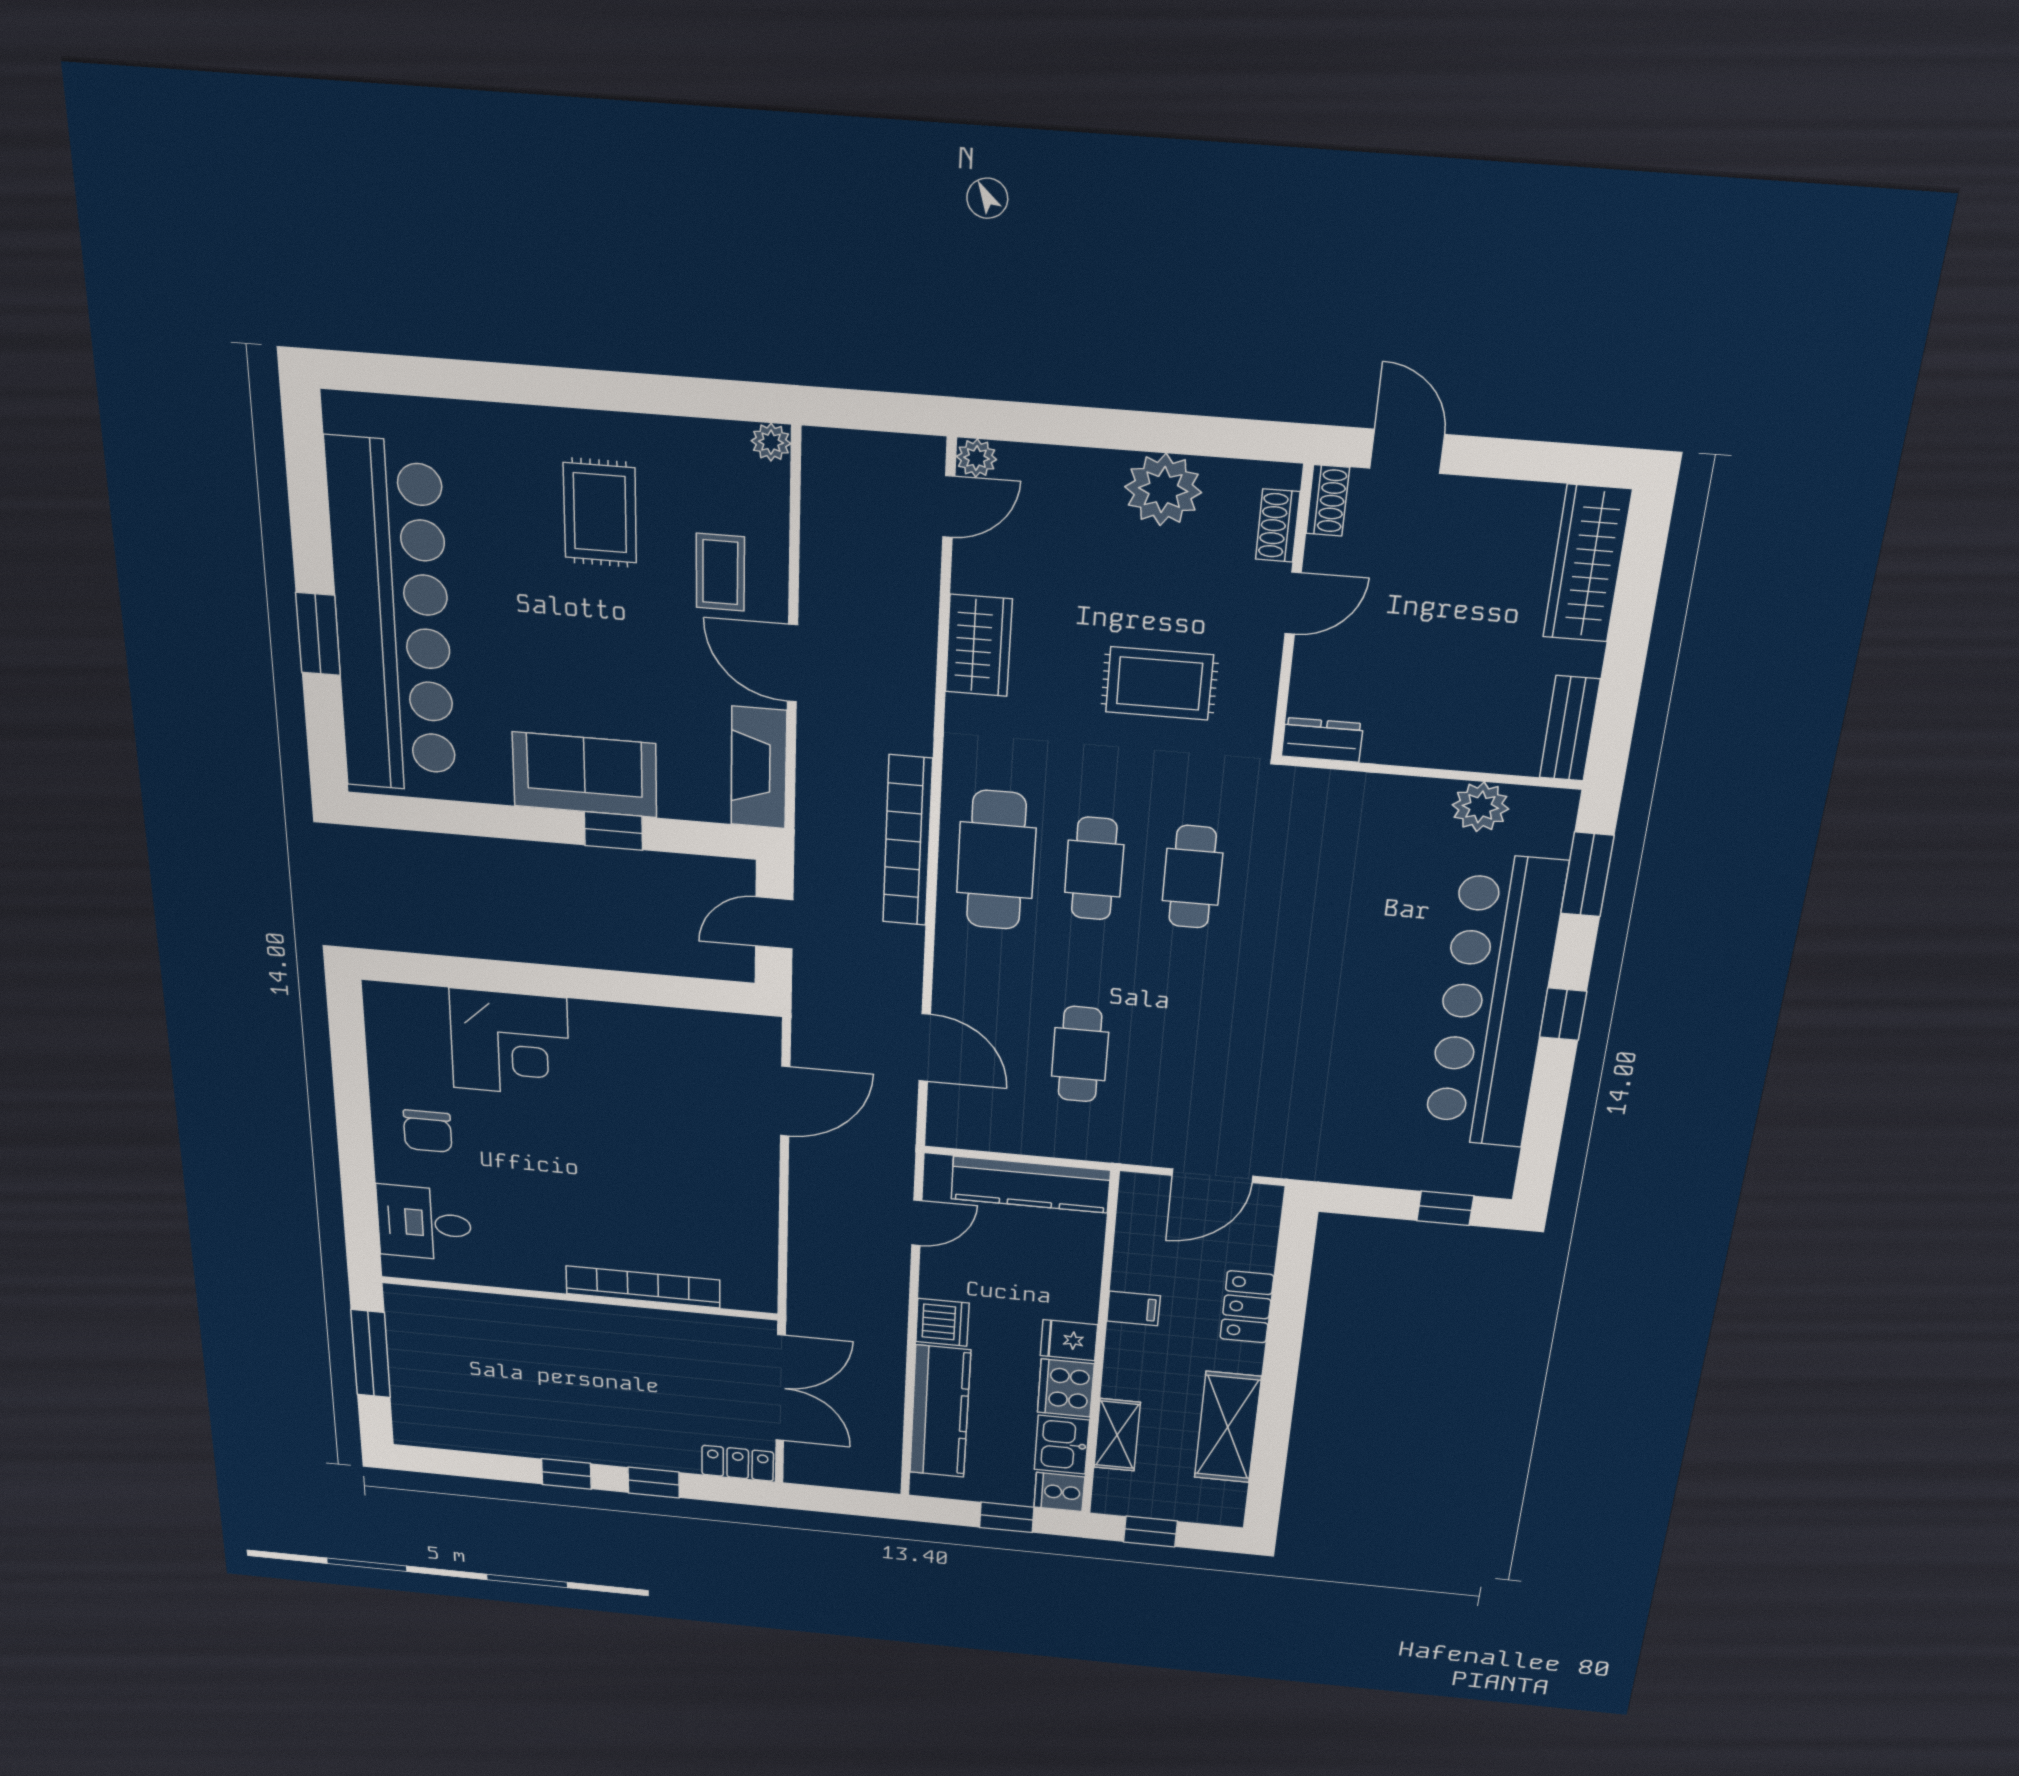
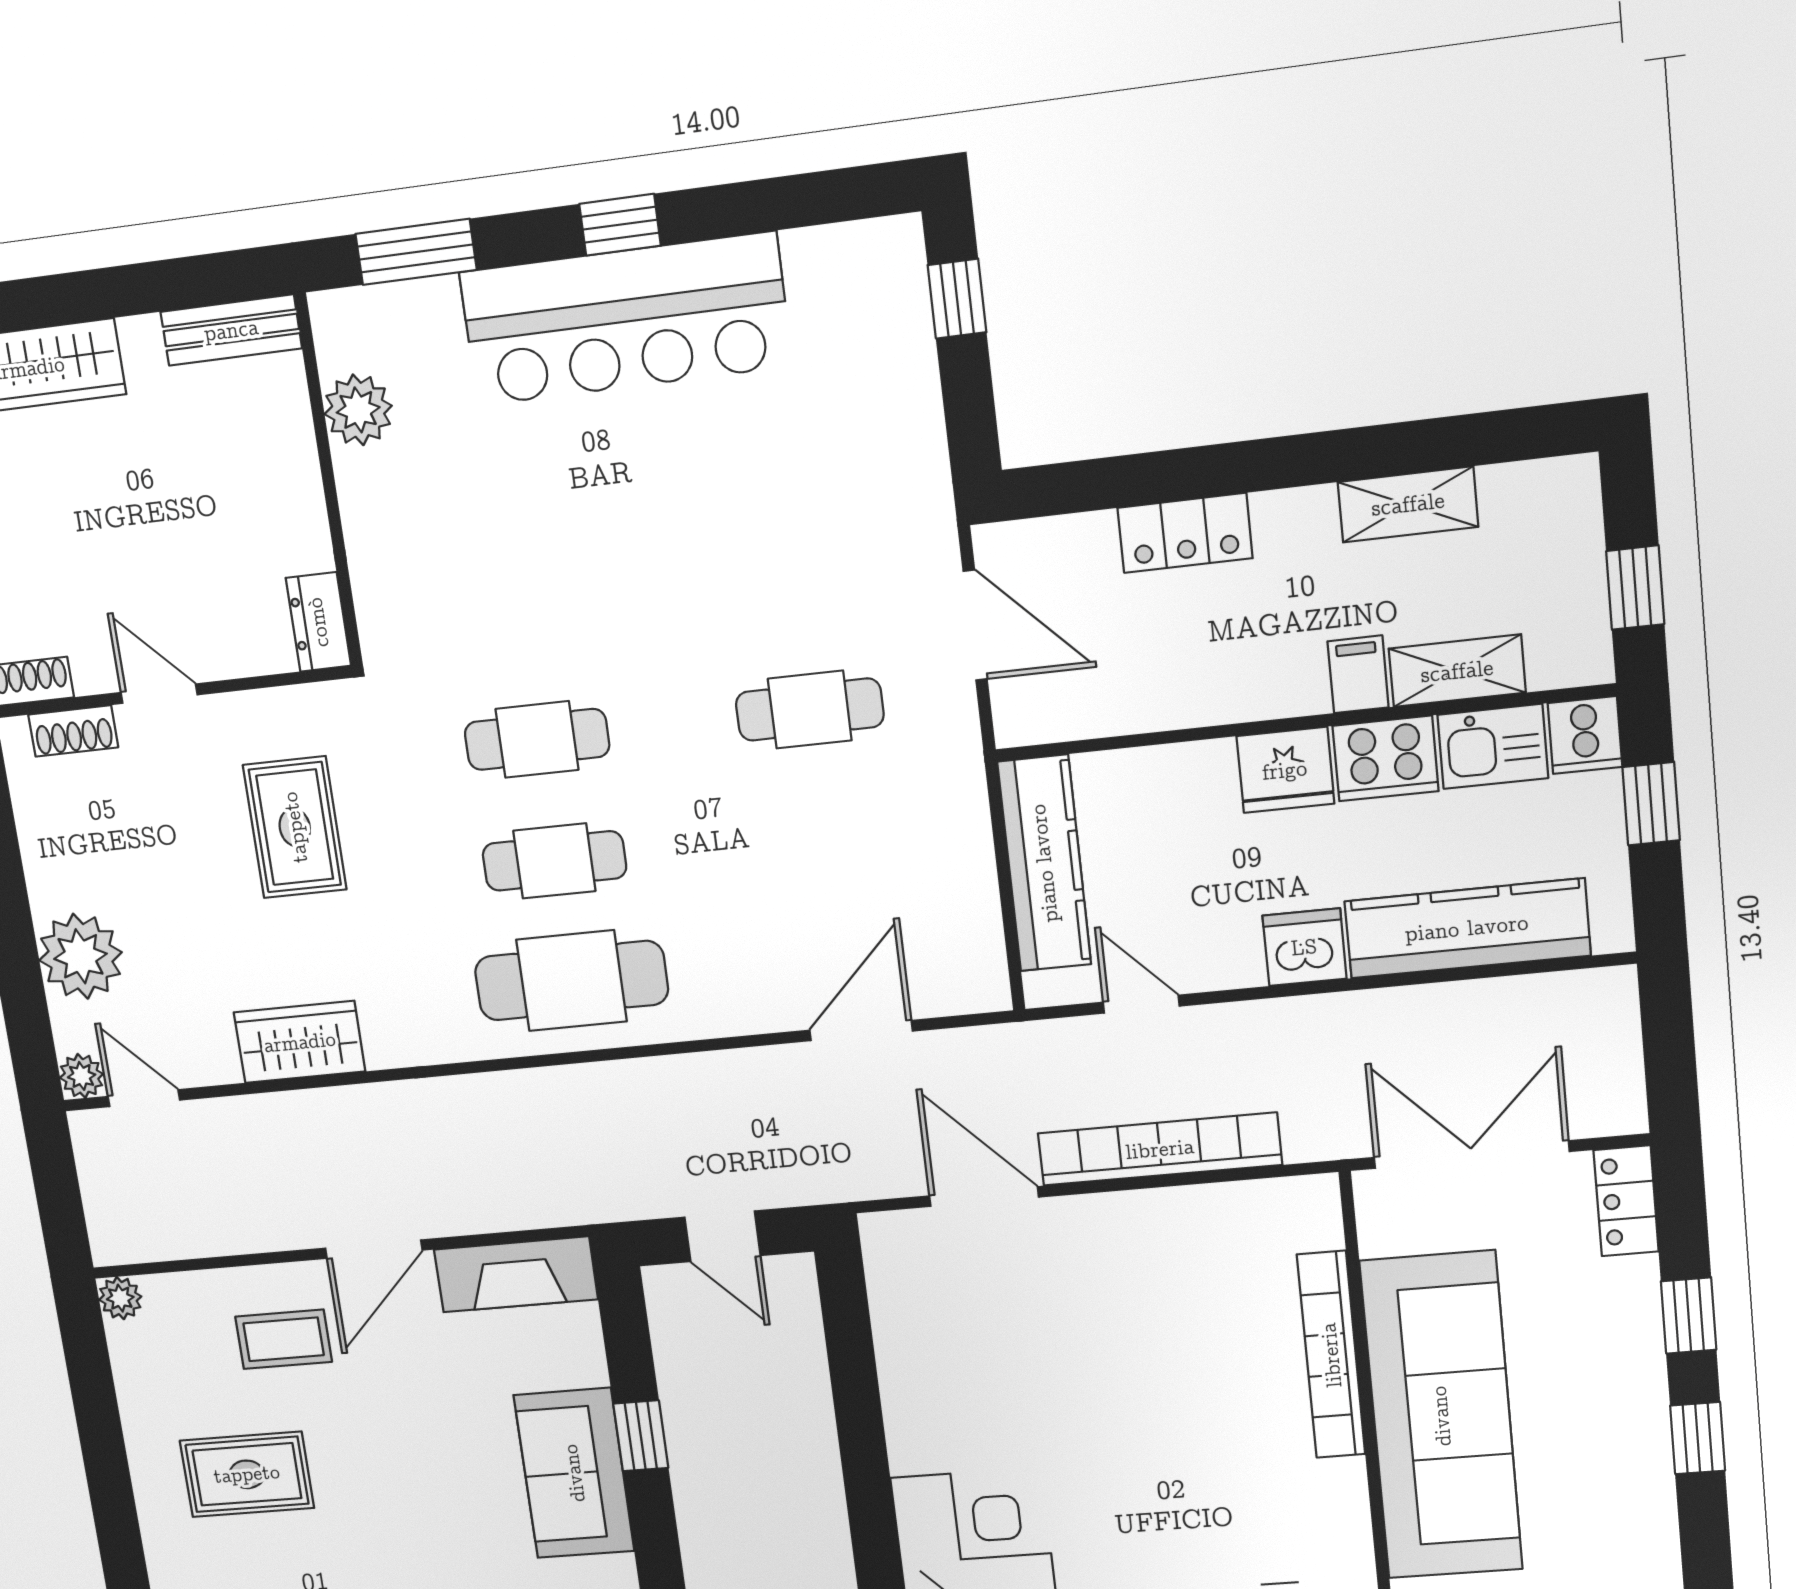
plant: (1163, 490) -> (80, 956), moved
bookcase: (907, 841) -> (1160, 1149), moved, turned 180
bar counter: (1494, 1003) -> (625, 319), width x0.73
cafe table: (1080, 1054) -> (810, 710), moved
filing cabinet: (1134, 1308) -> (1358, 674), moved
fridge: (1069, 1340) -> (1285, 770), width x1.38
sofa: (592, 1341) -> (1441, 1416), added
shelving: (1228, 1427) -> (1408, 504), width x0.67, depth x0.75

